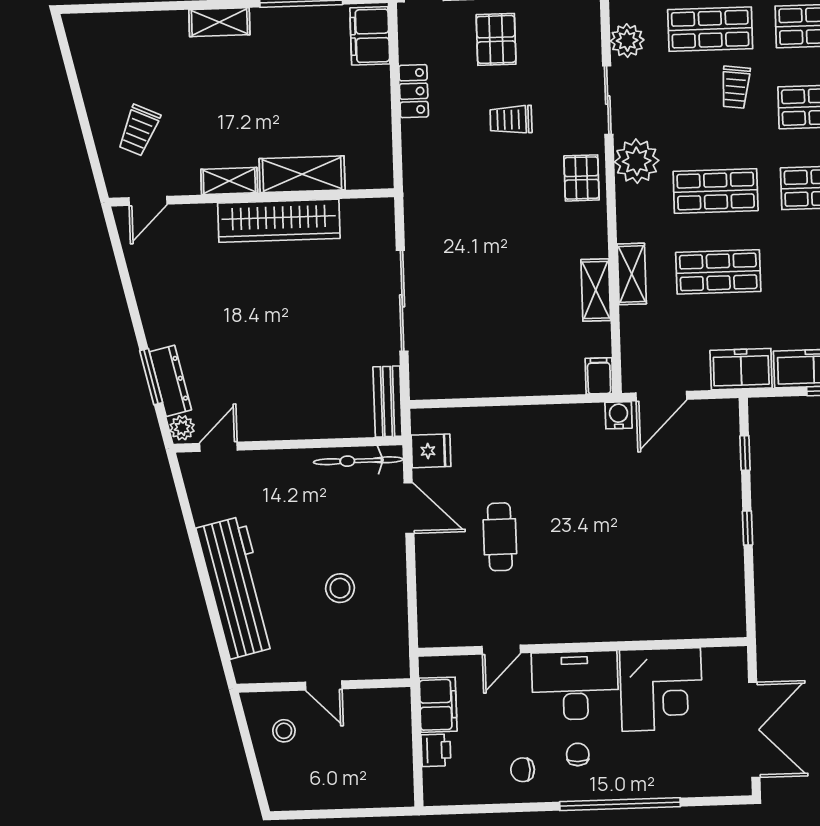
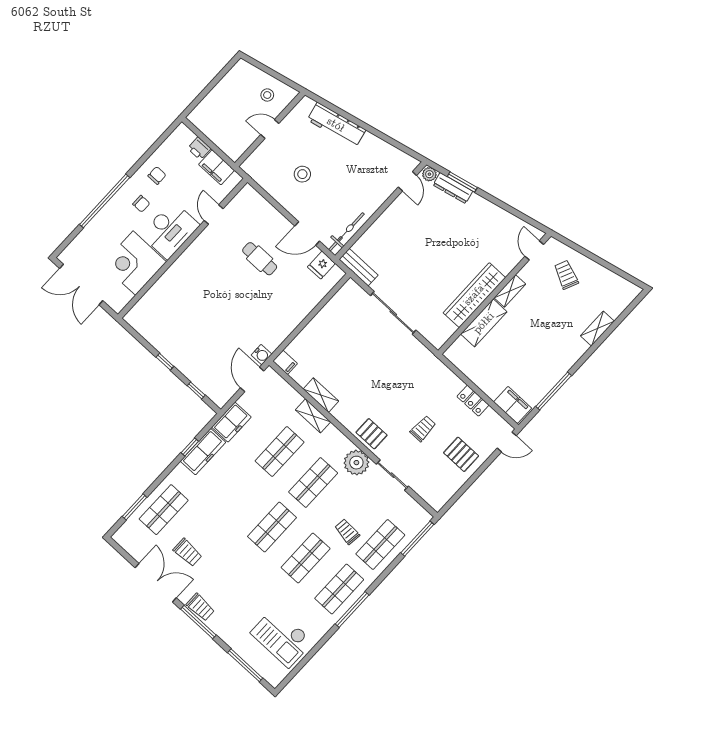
shelving: (219, 22) -> (597, 329), moved
plant: (627, 41) -> (409, 507), removed
workbench: (237, 587) -> (336, 125), width x0.73, depth x0.76

